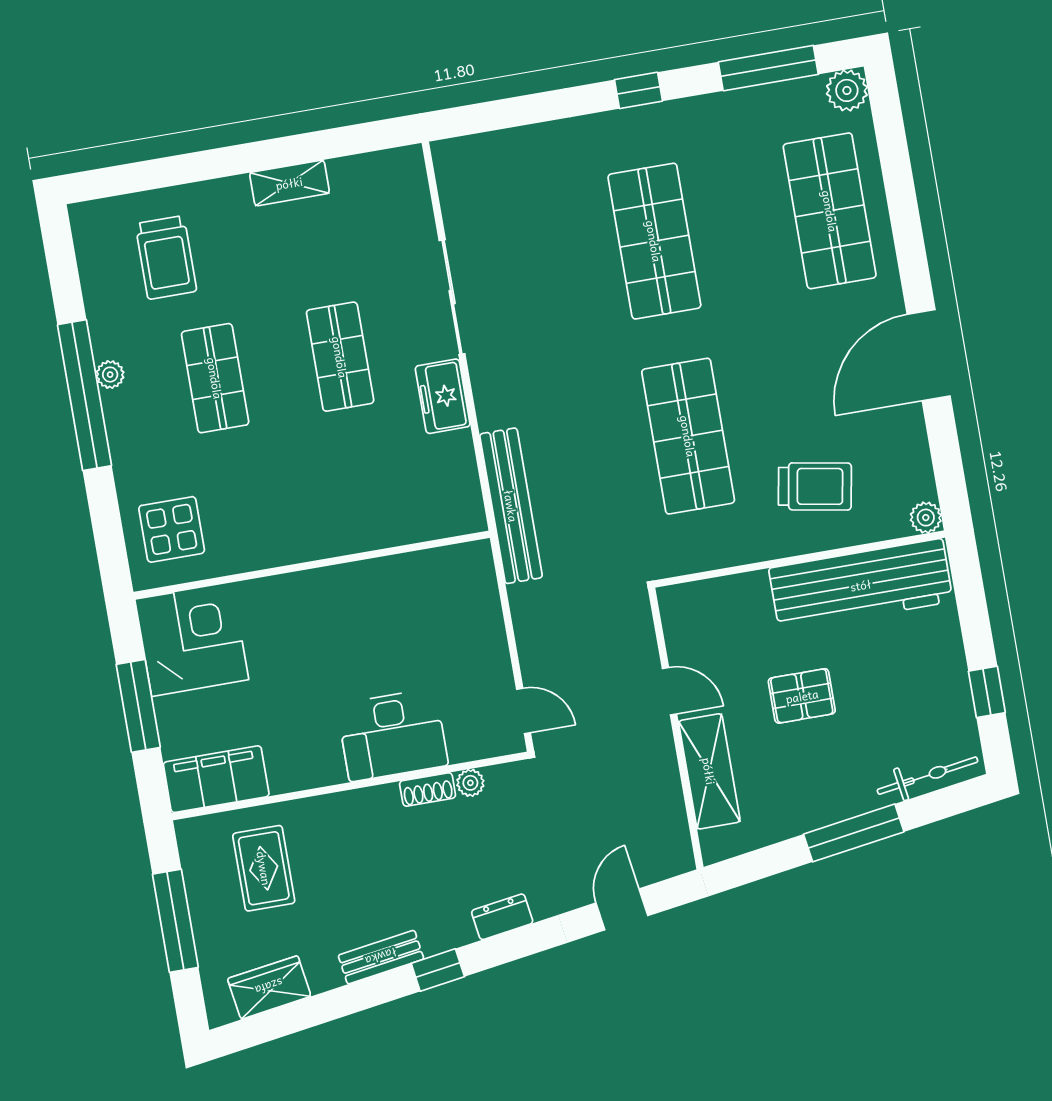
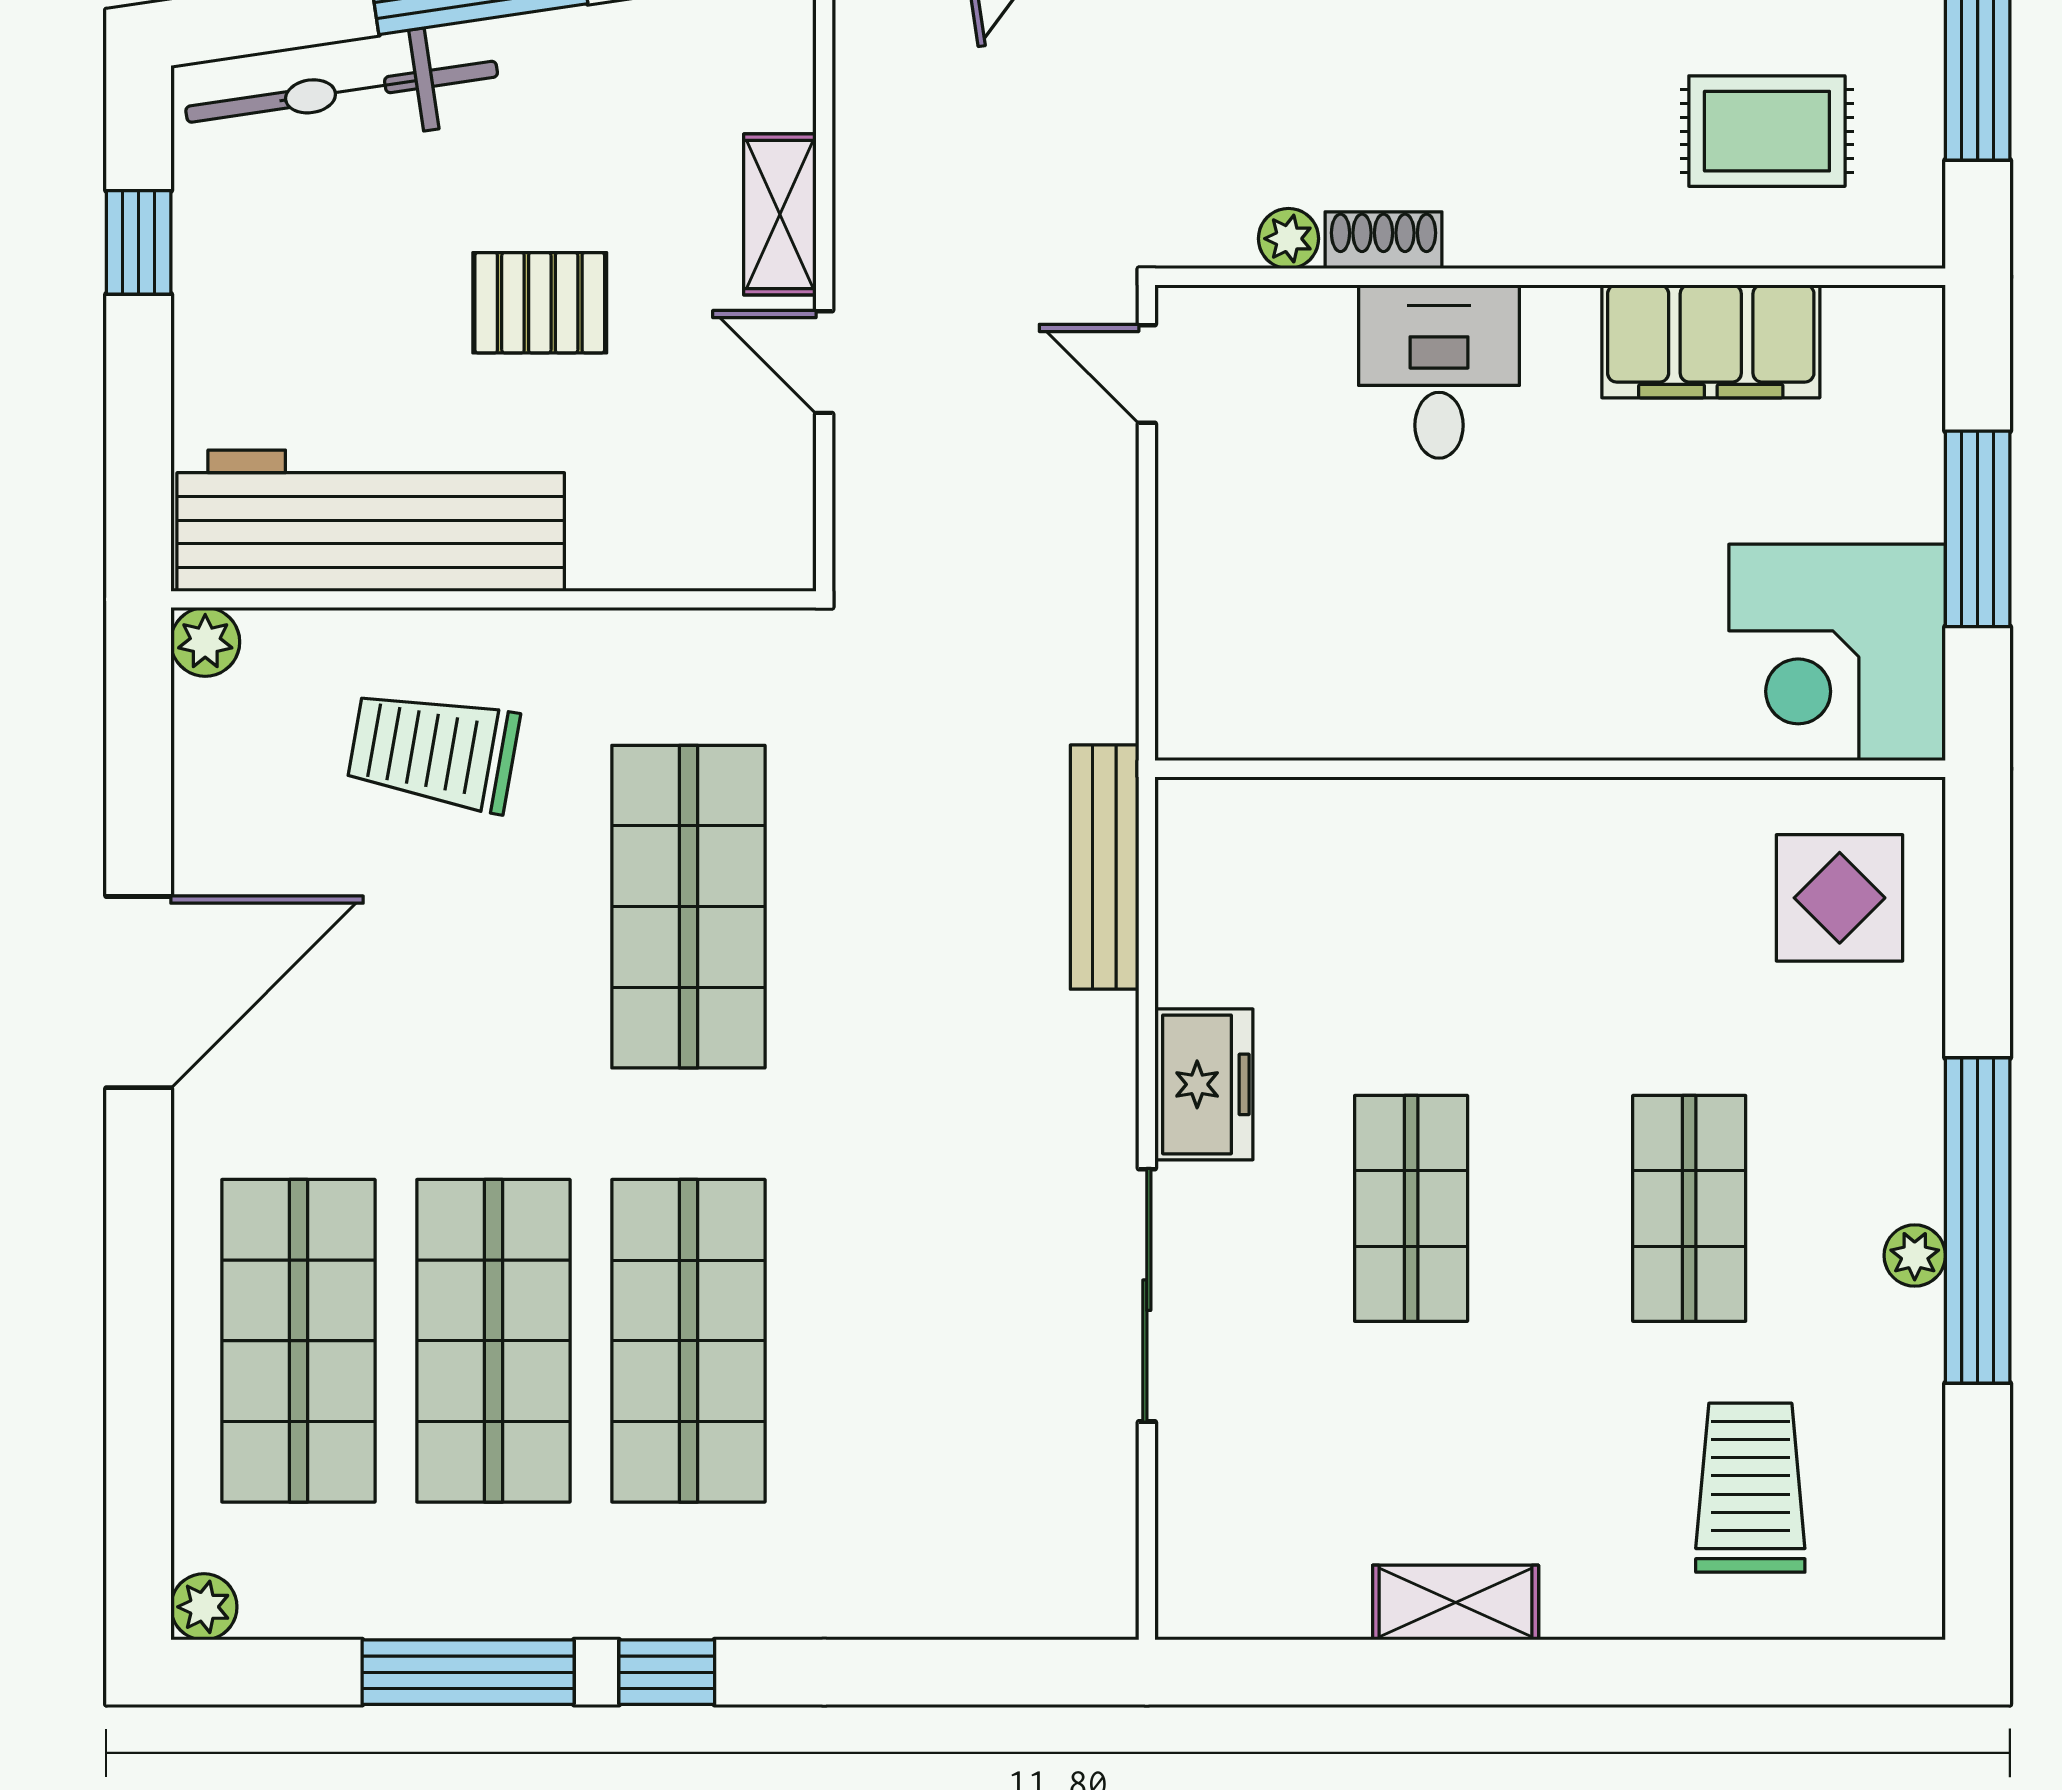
window: (768, 68) -> (468, 1672), moved
plant: (847, 90) -> (204, 1607), width x0.73, depth x0.73
shop shelf: (742, 226) -> (493, 1341), added
bench: (511, 506) -> (1105, 867), width x0.73, depth x0.82
desk: (392, 735) -> (1439, 372), width x0.73
shelving: (709, 771) -> (780, 214), width x0.67, depth x0.75
bicycle: (928, 776) -> (342, 92), width x1.37, depth x1.40
filing cabinet: (216, 779) -> (1711, 341), moved
rug: (264, 868) -> (1767, 131), turned 90

